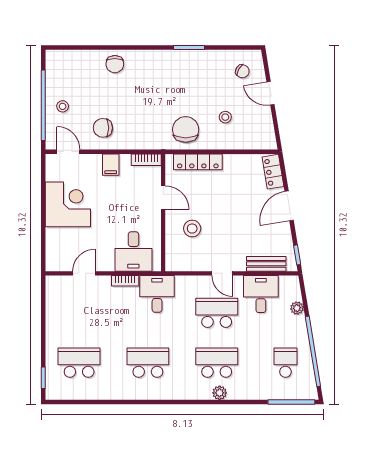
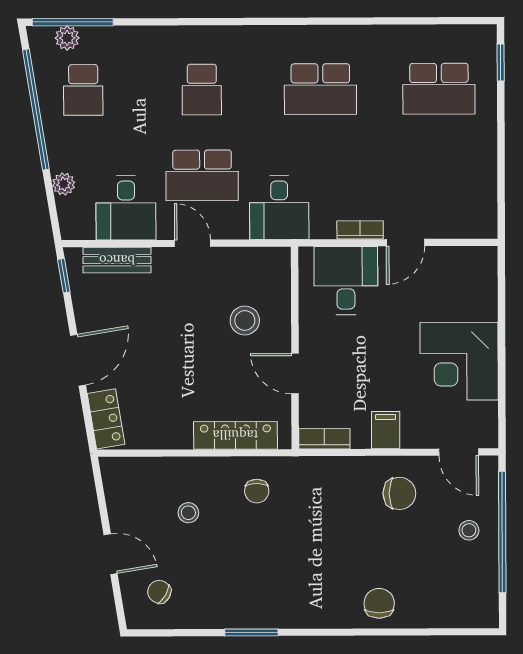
chair: (186, 130) -> (257, 491), width x0.54, depth x0.54
door: (84, 273) -> (405, 243), moved
desk: (157, 294) -> (279, 208), moved
school desk: (217, 363) -> (202, 90), width x0.54
plant: (220, 393) -> (67, 38), moved

